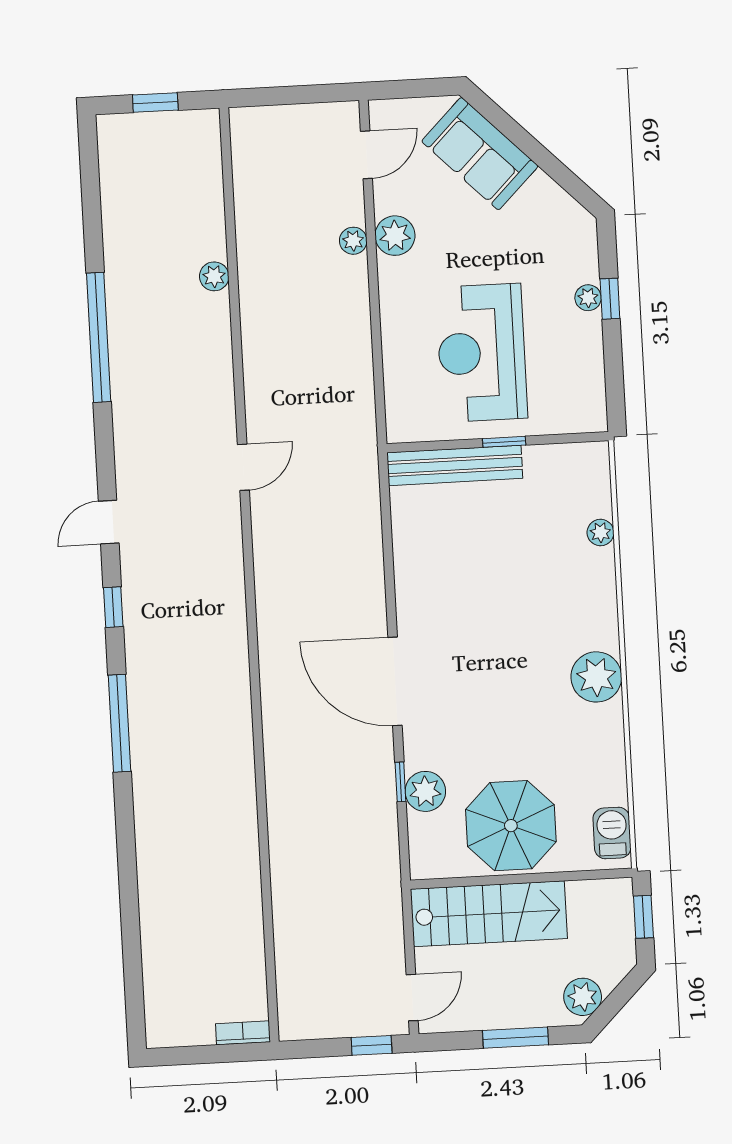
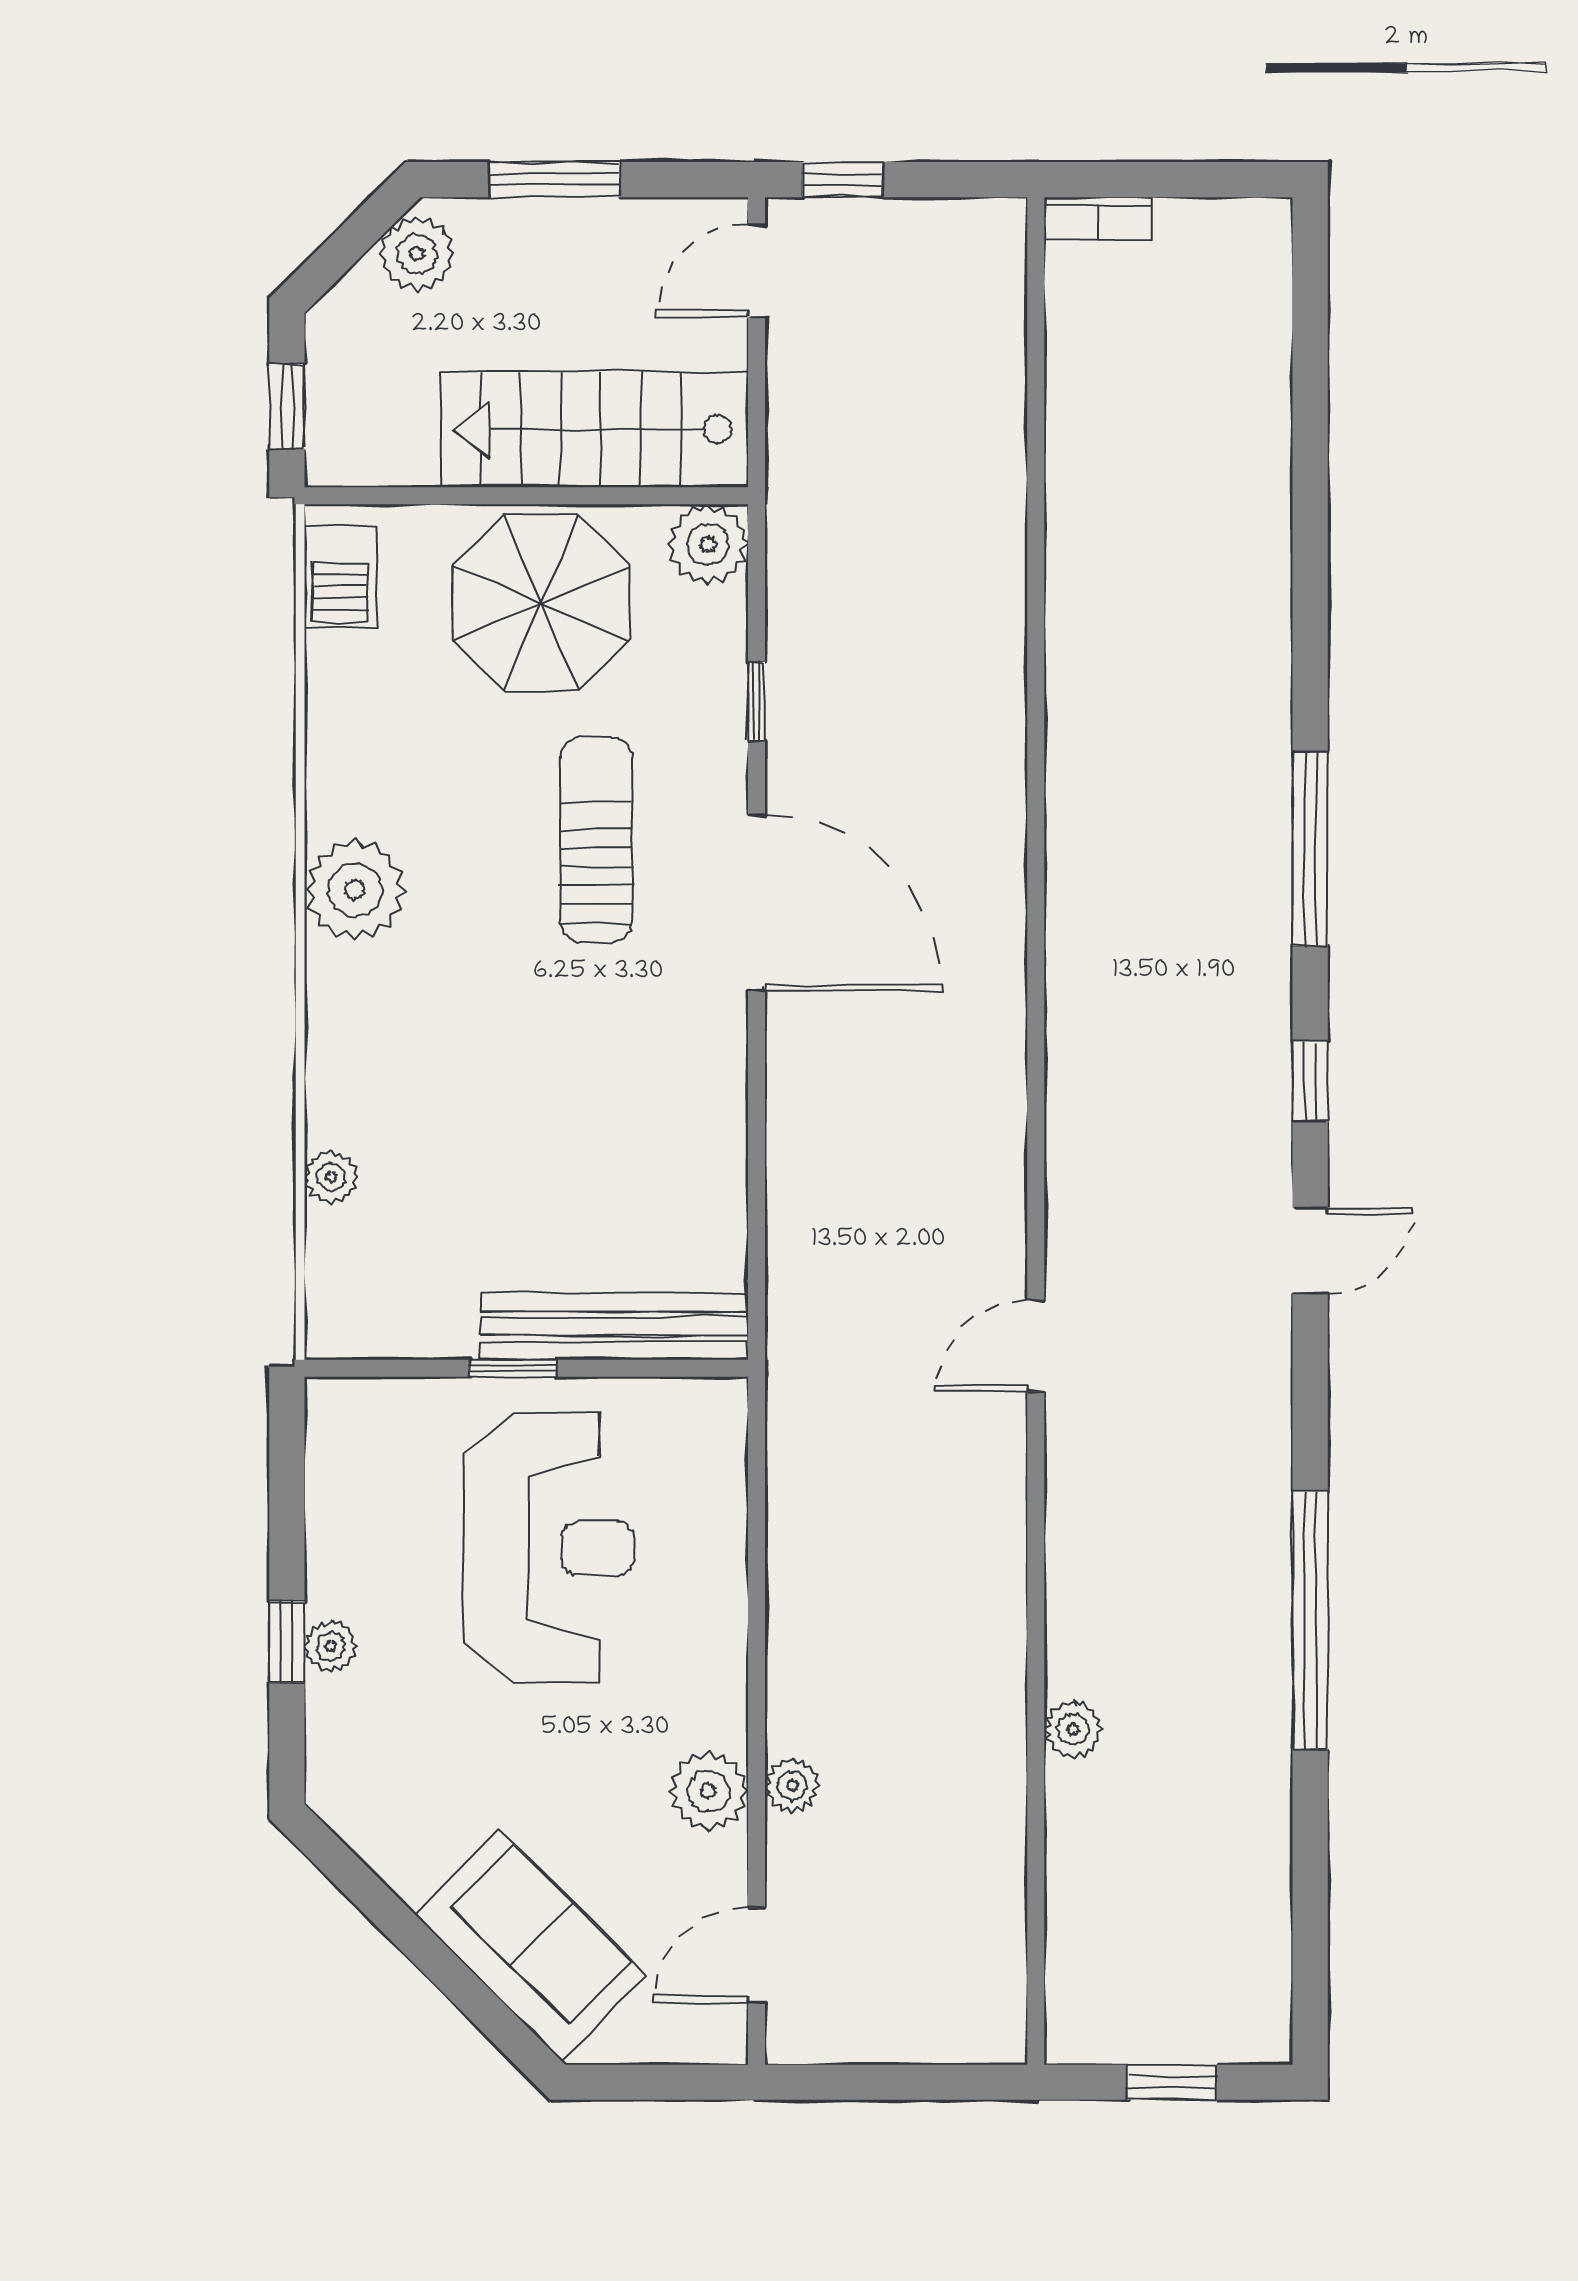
sun lounger: (477, 709) -> (596, 839), added
plant: (425, 791) -> (708, 544), moved

